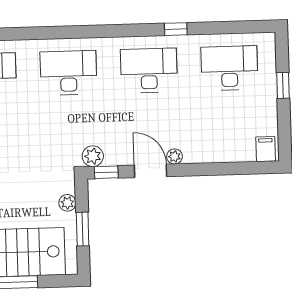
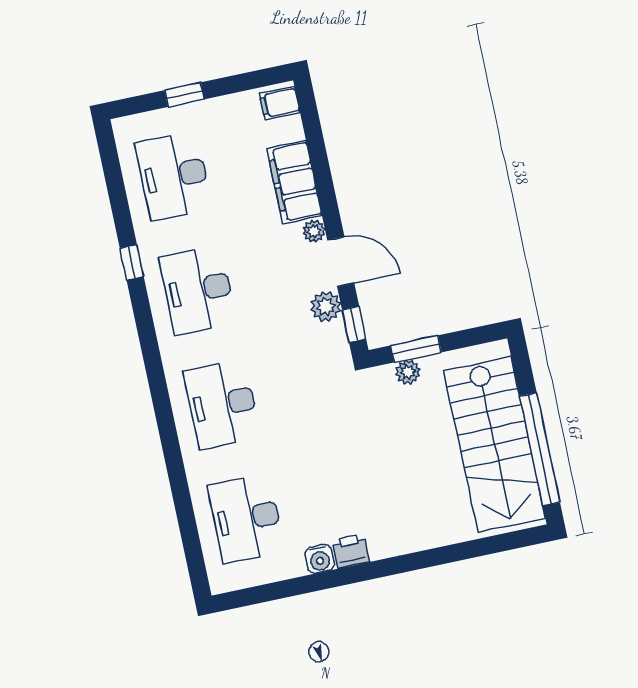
filing cabinet: (210, 149) -> (295, 182), added
plant: (93, 156) -> (326, 306), moved
door: (151, 171) -> (341, 262), swing flipped
window: (83, 229) -> (416, 349), moved

